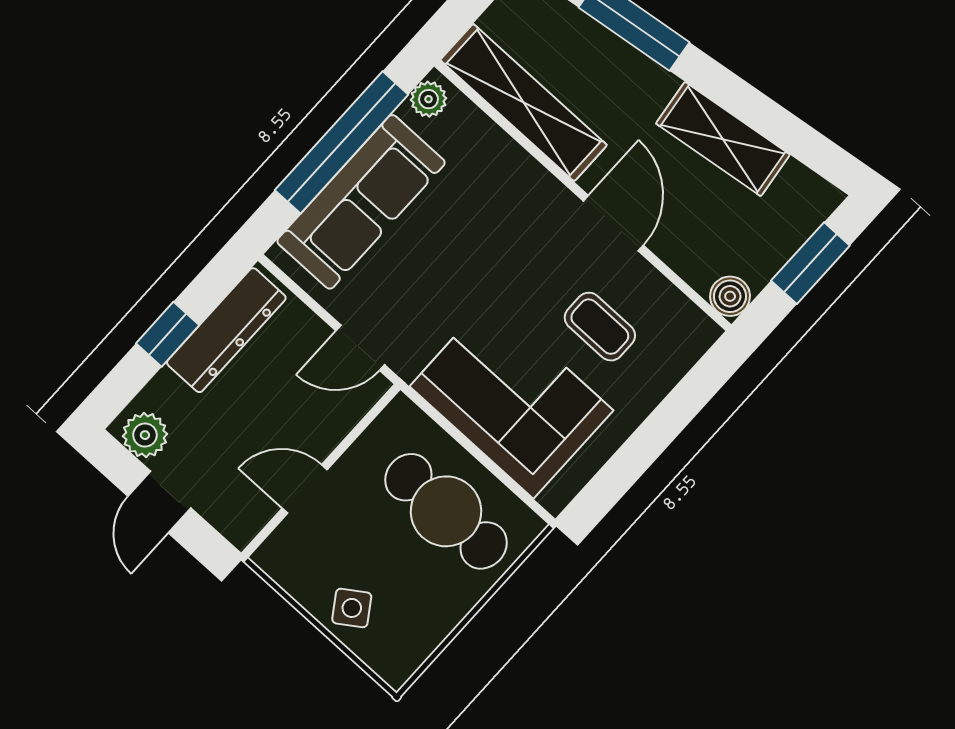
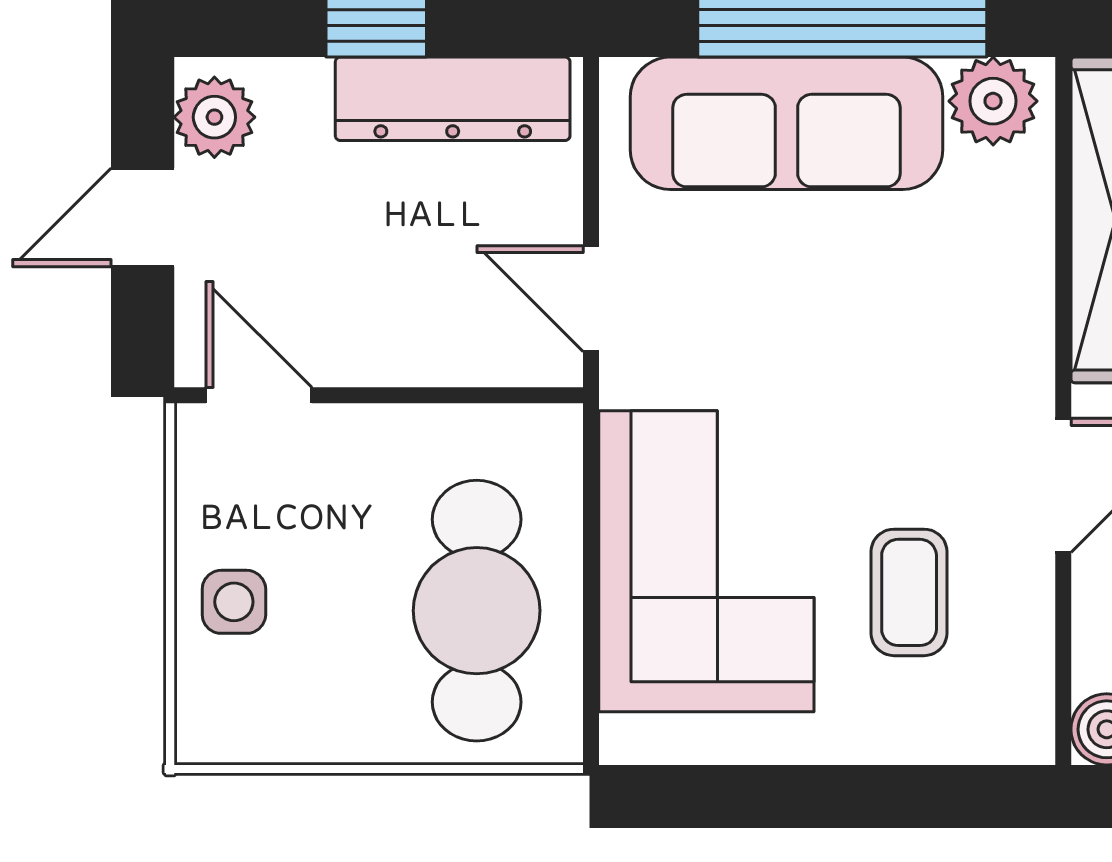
plant: (429, 99) -> (993, 101), width x1.38, depth x1.38
door: (305, 489) -> (259, 395), moved
side table: (352, 608) -> (234, 602), turned 34

